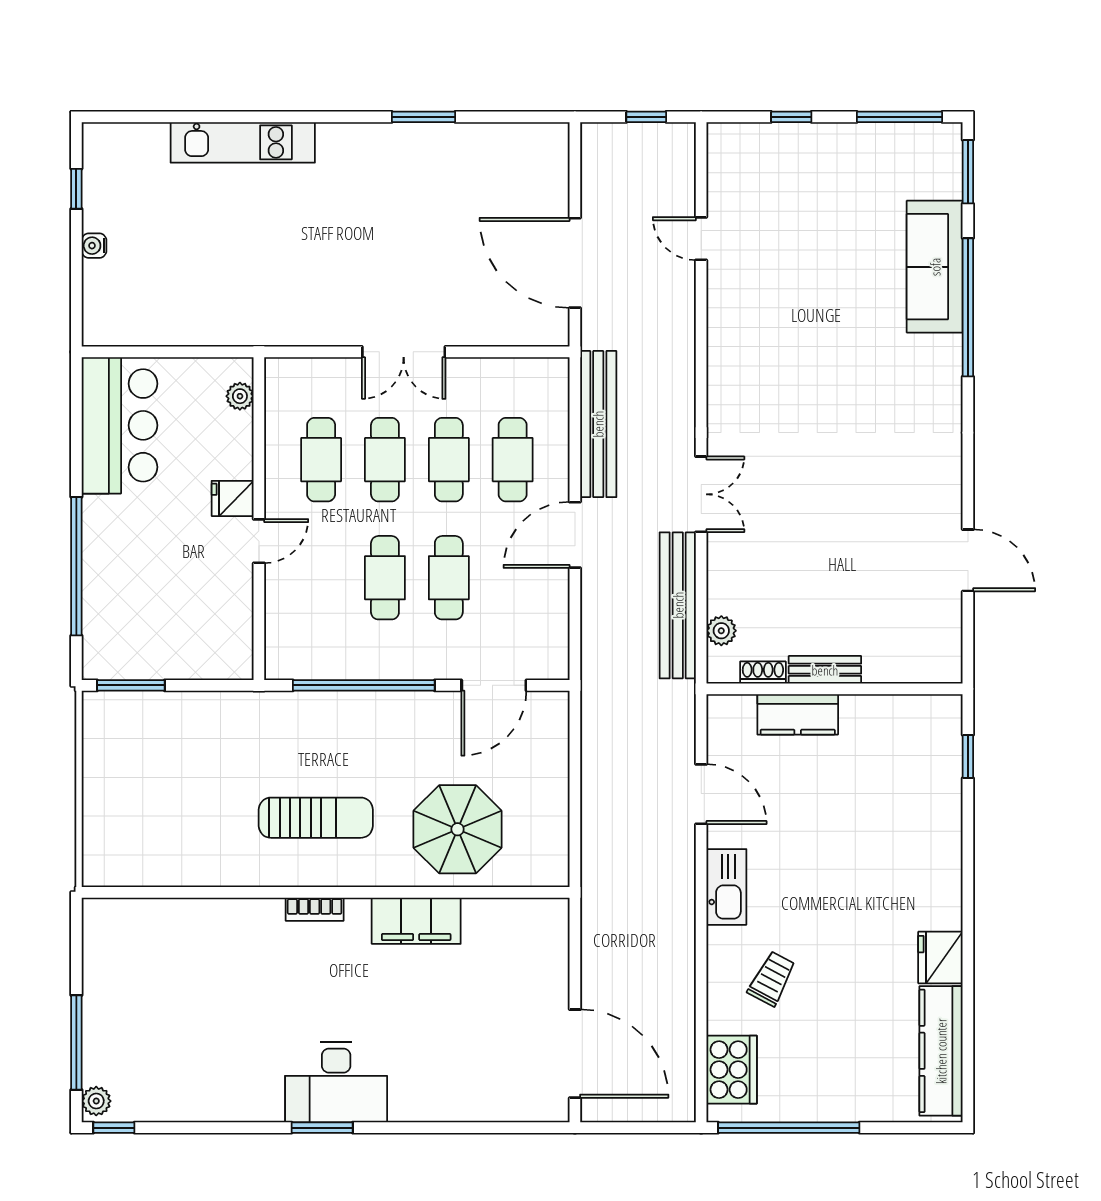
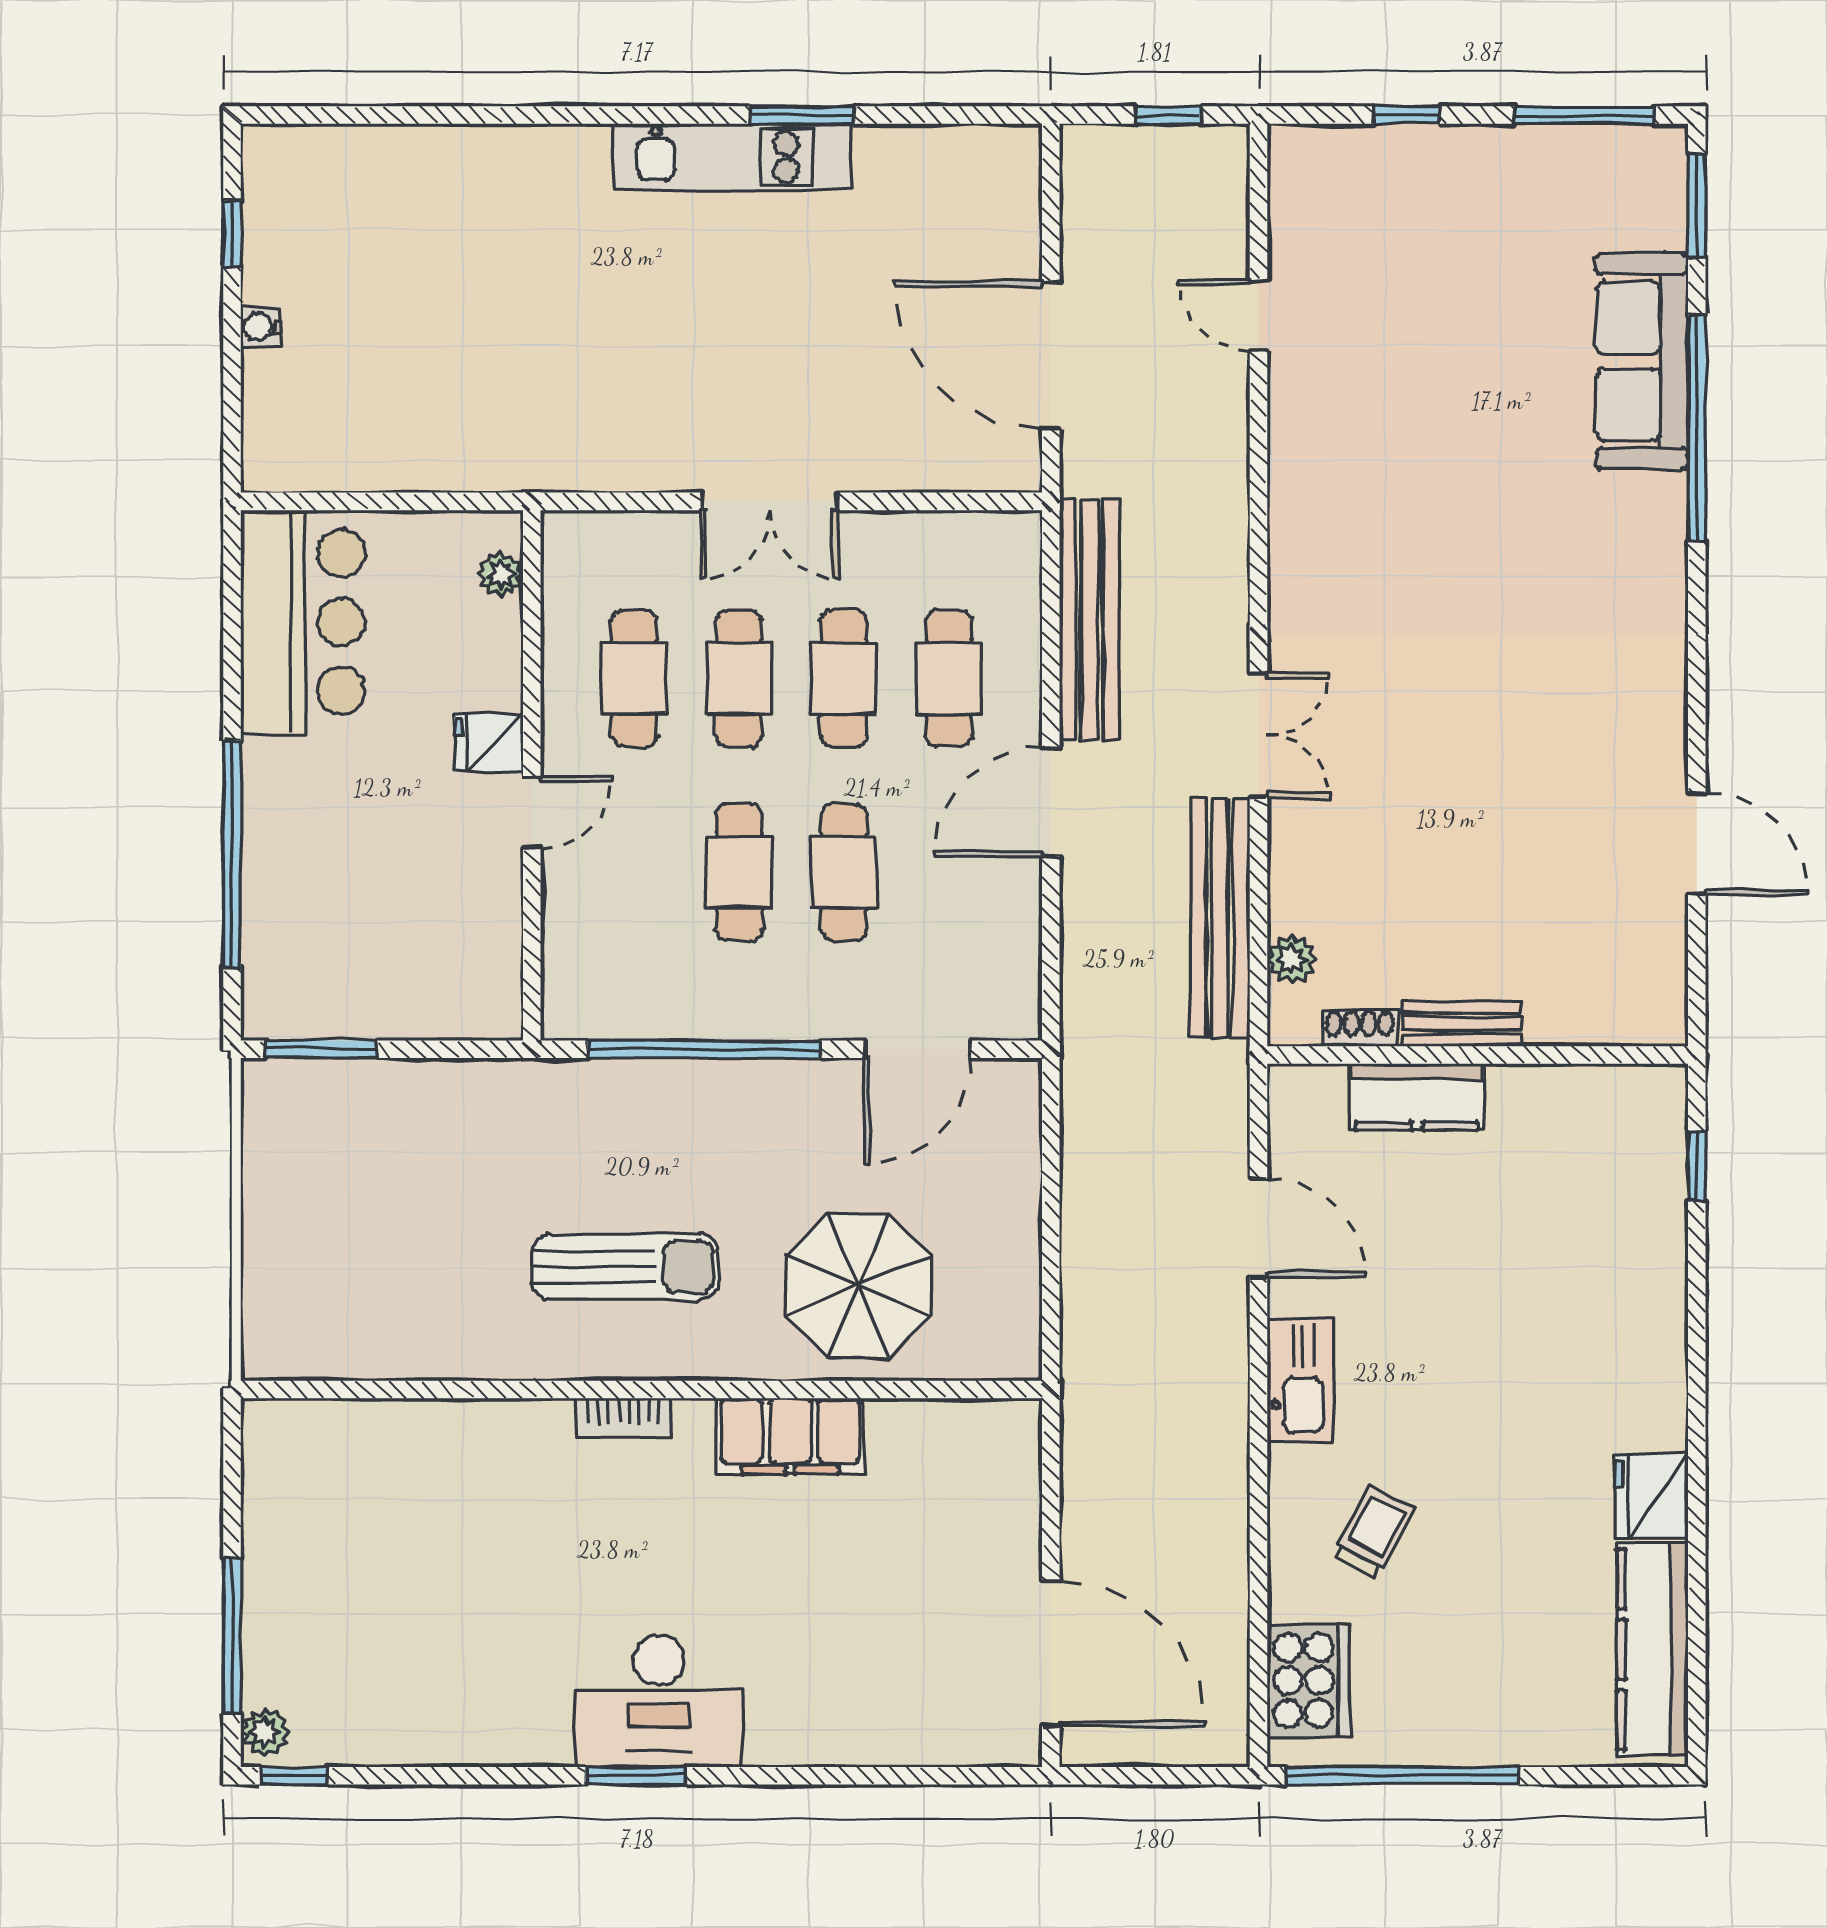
kitchen unit: (243, 142) -> (732, 157), moved

